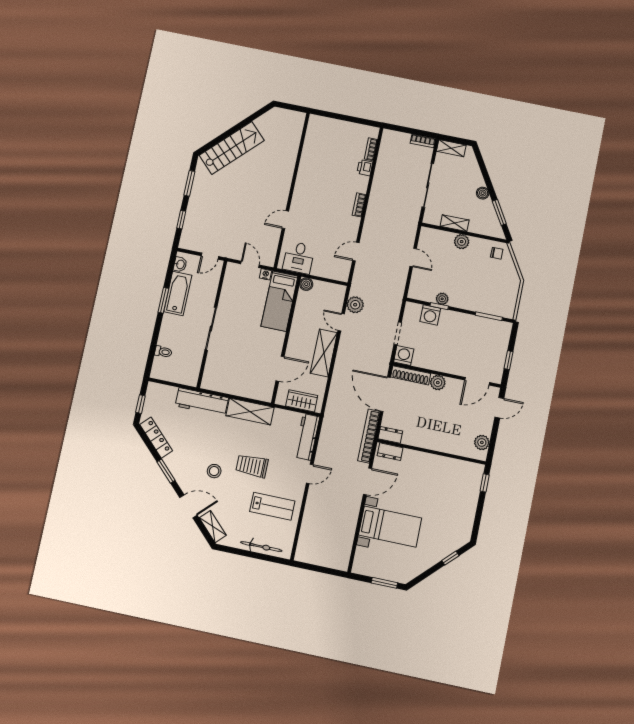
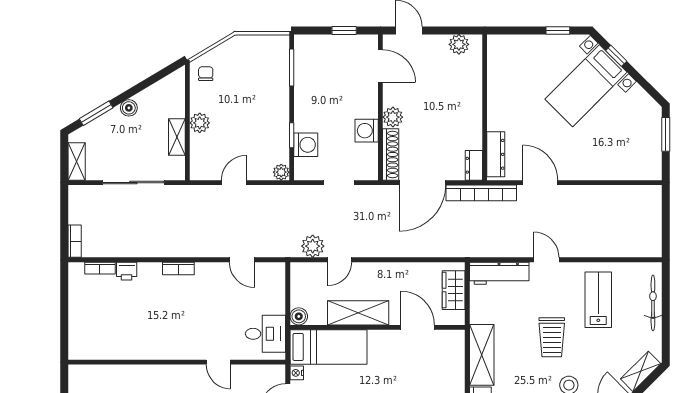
bookcase: (423, 141) -> (75, 241), moved
window: (499, 212) -> (96, 113), moved
plant: (442, 299) -> (281, 172), moved
shelving: (324, 353) -> (358, 313), moved
washing machine: (404, 356) -> (367, 131), moved
dresser: (390, 452) -> (496, 154), width x1.44
window: (485, 483) -> (558, 30), moved
bed with nightstands: (390, 527) -> (586, 86), moved, turned -135

